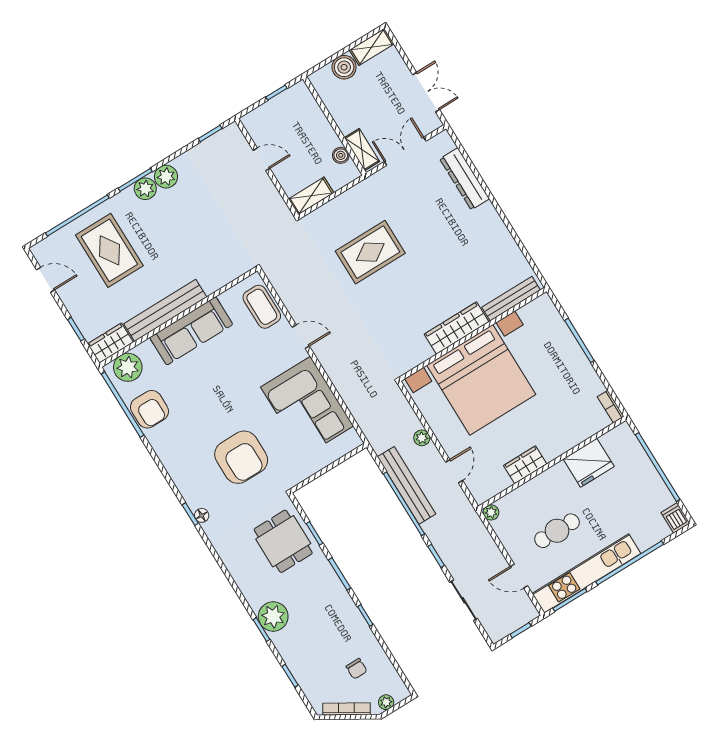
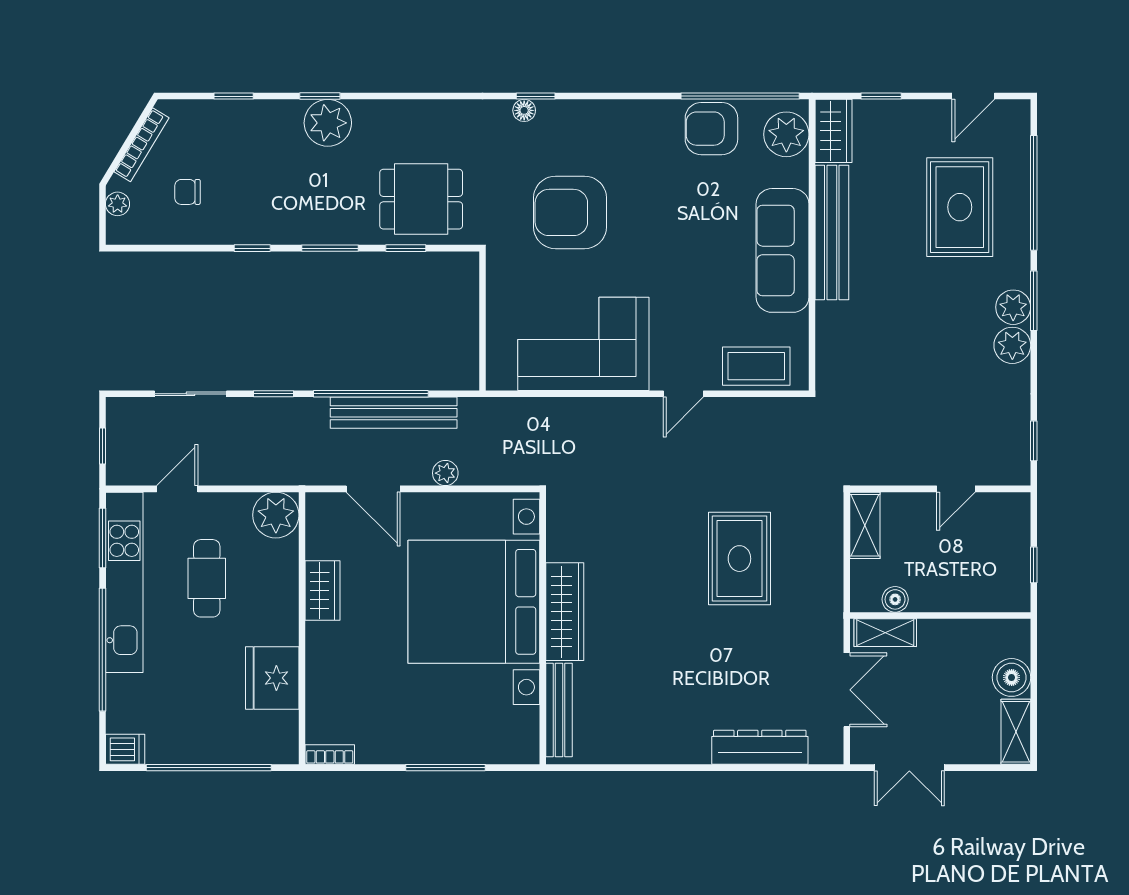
rug: (109, 250) -> (960, 207), turned 90
door: (454, 471) -> (373, 489), width x1.38
plant: (491, 512) -> (276, 515), width x1.87, depth x1.87

